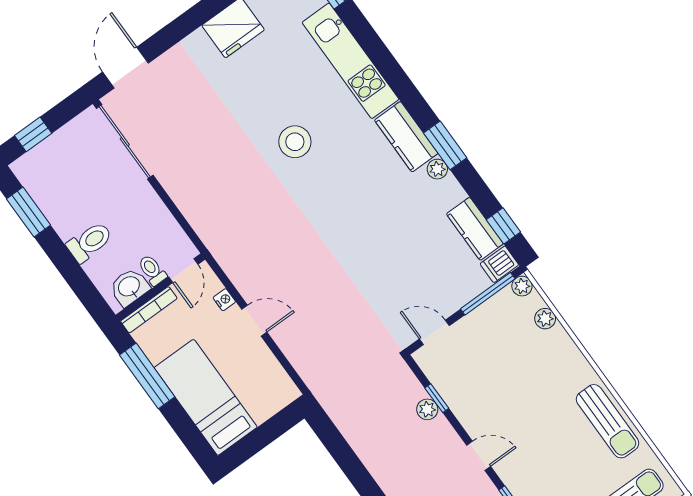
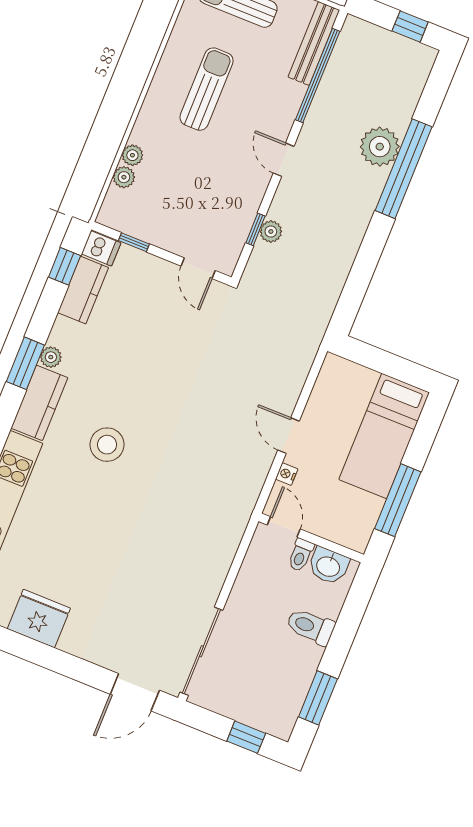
stool: (295, 142) -> (107, 445), moved
door: (183, 271) -> (284, 527), hinge flipped
plant: (522, 286) -> (132, 155), moved
window: (488, 294) -> (134, 242), width x0.46
bookcase: (149, 310) -> (338, 536), removed
sun lounger: (607, 421) -> (207, 89), moved

